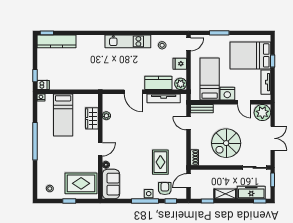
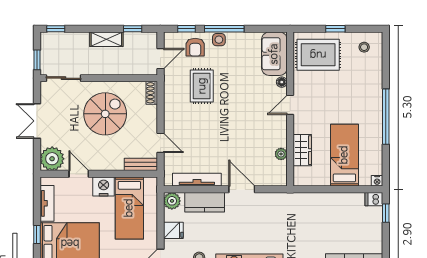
freezer: (251, 193) -> (68, 41), removed

